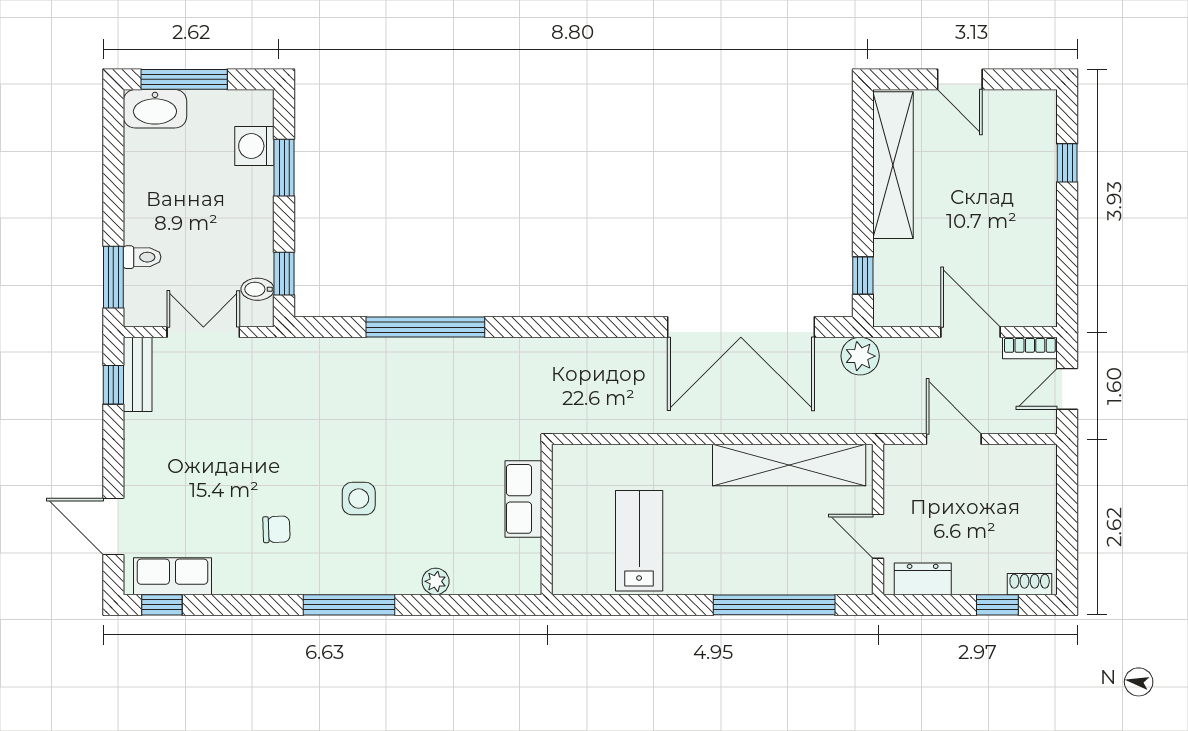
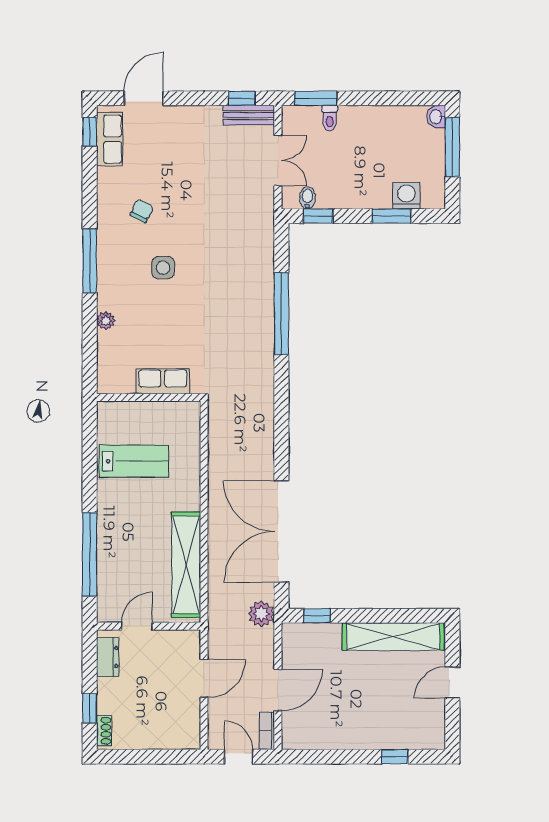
washbasin: (155, 109) -> (436, 117), width x0.52, depth x0.69
chair: (276, 529) -> (142, 211), turned -152

